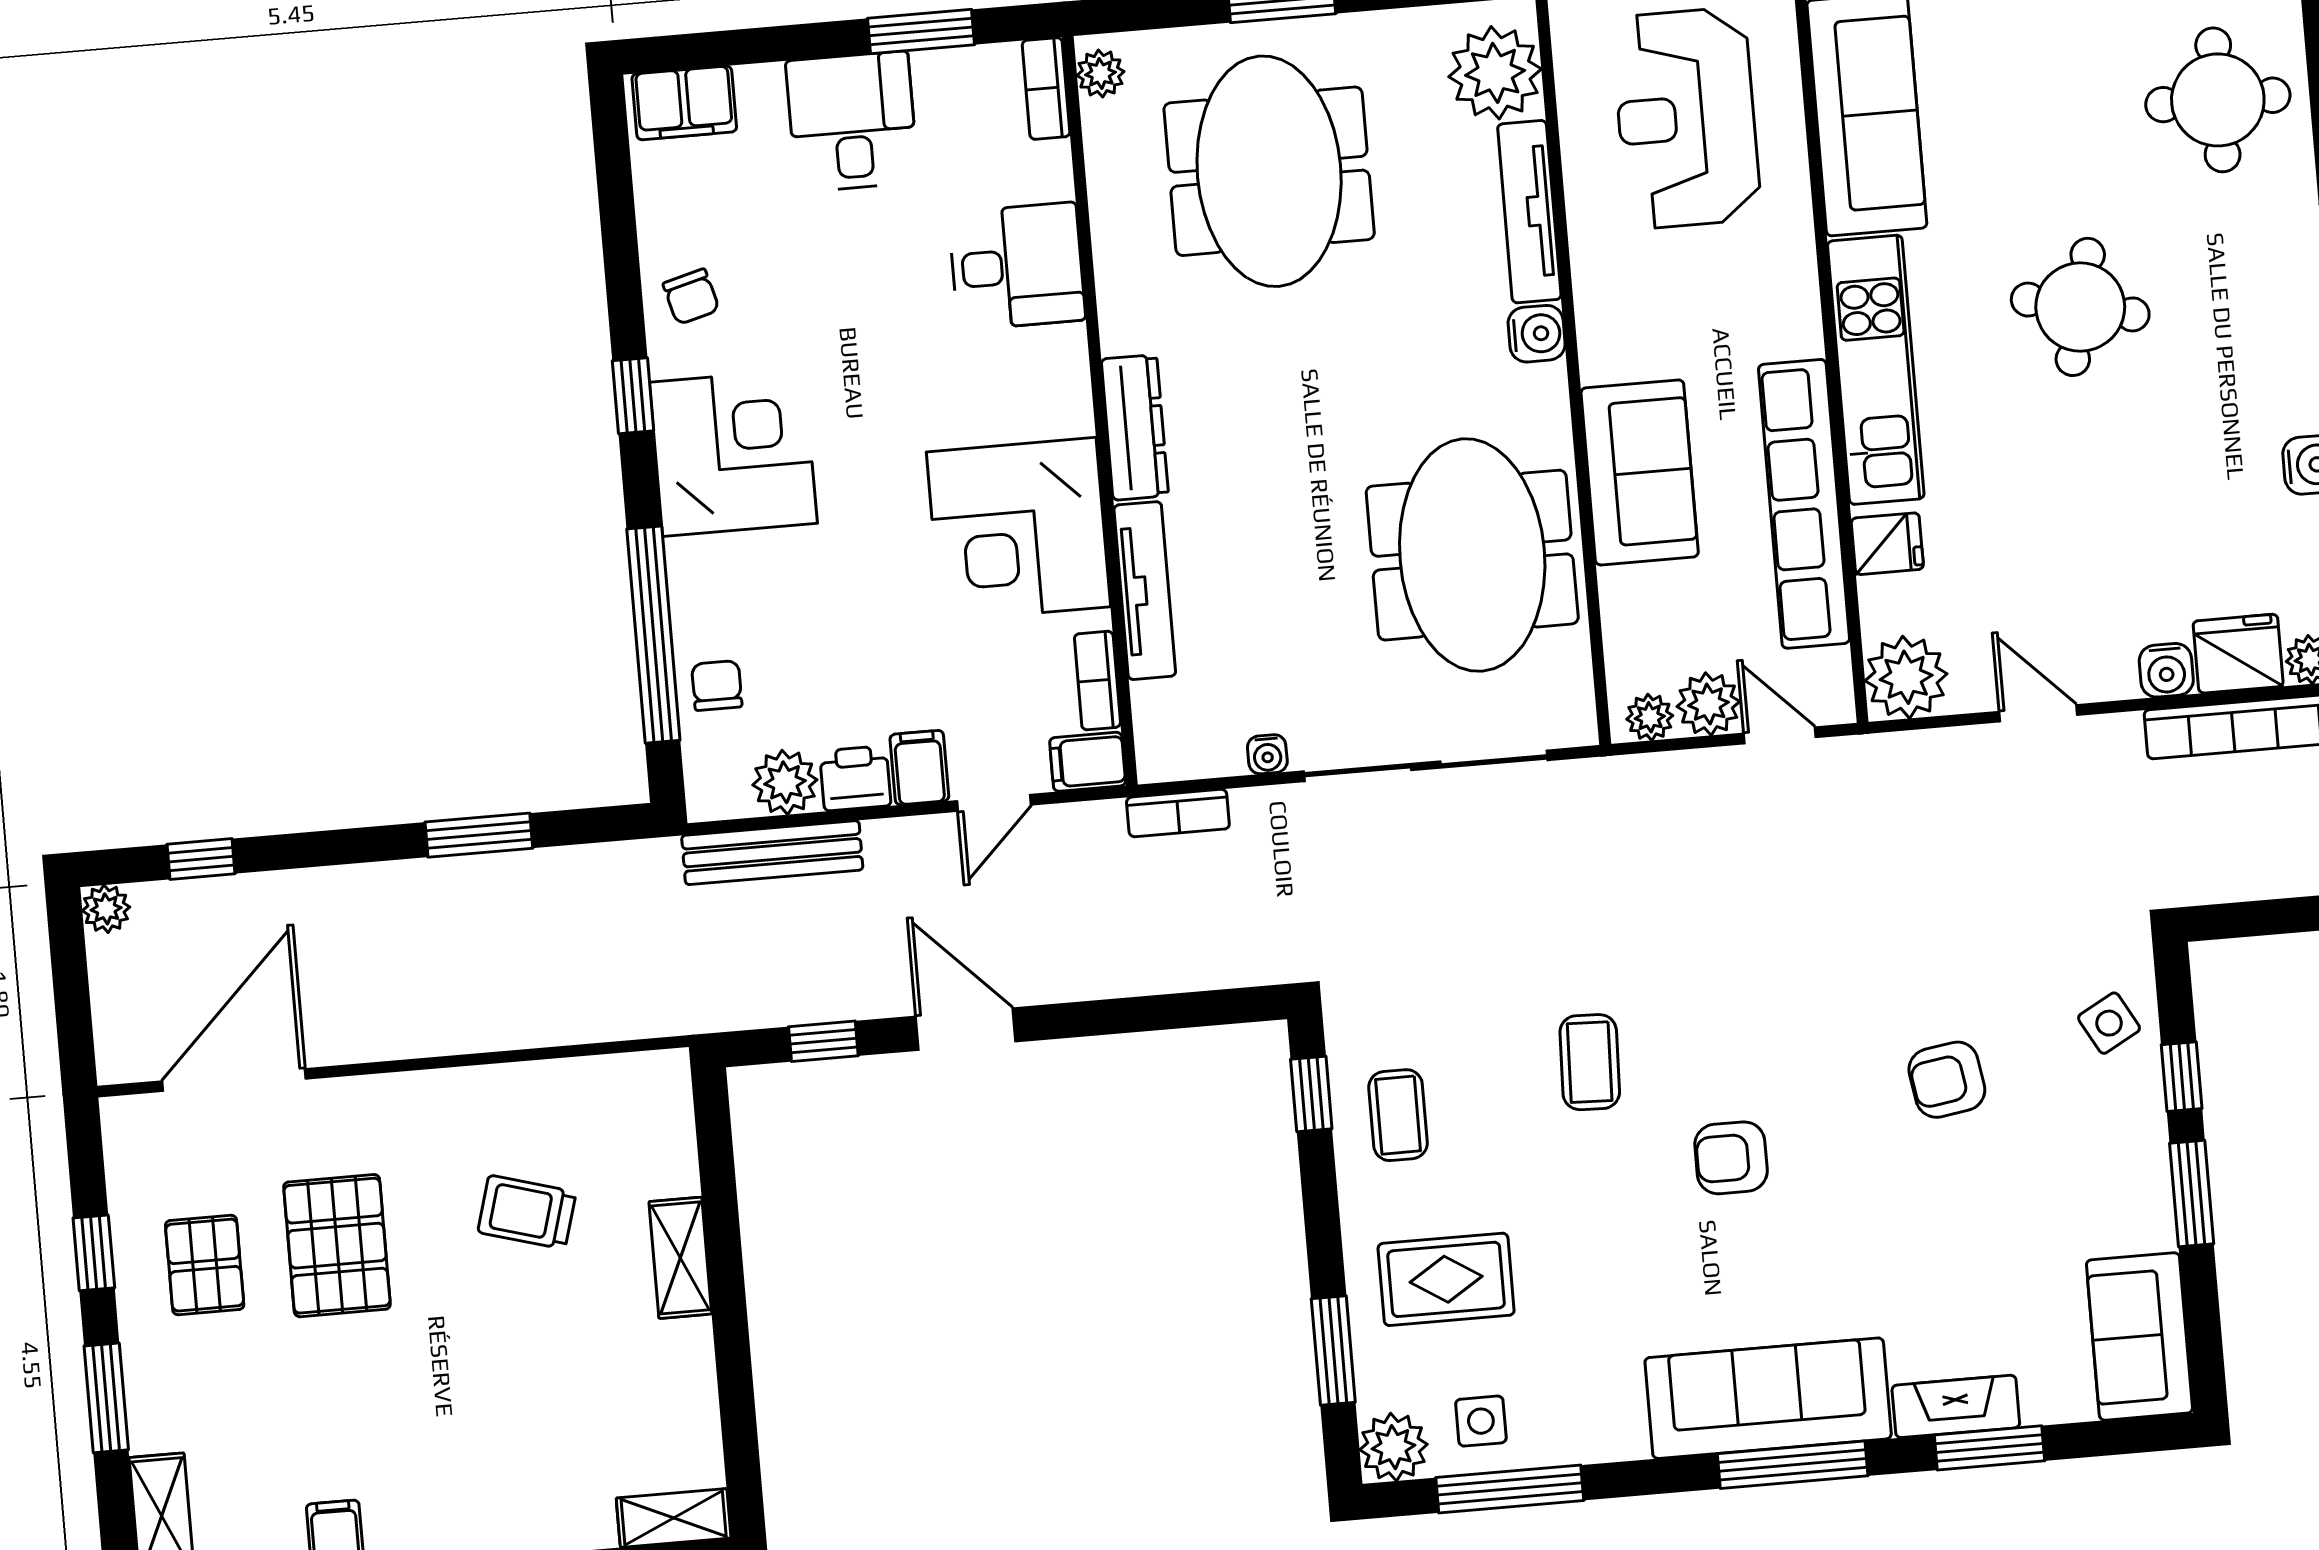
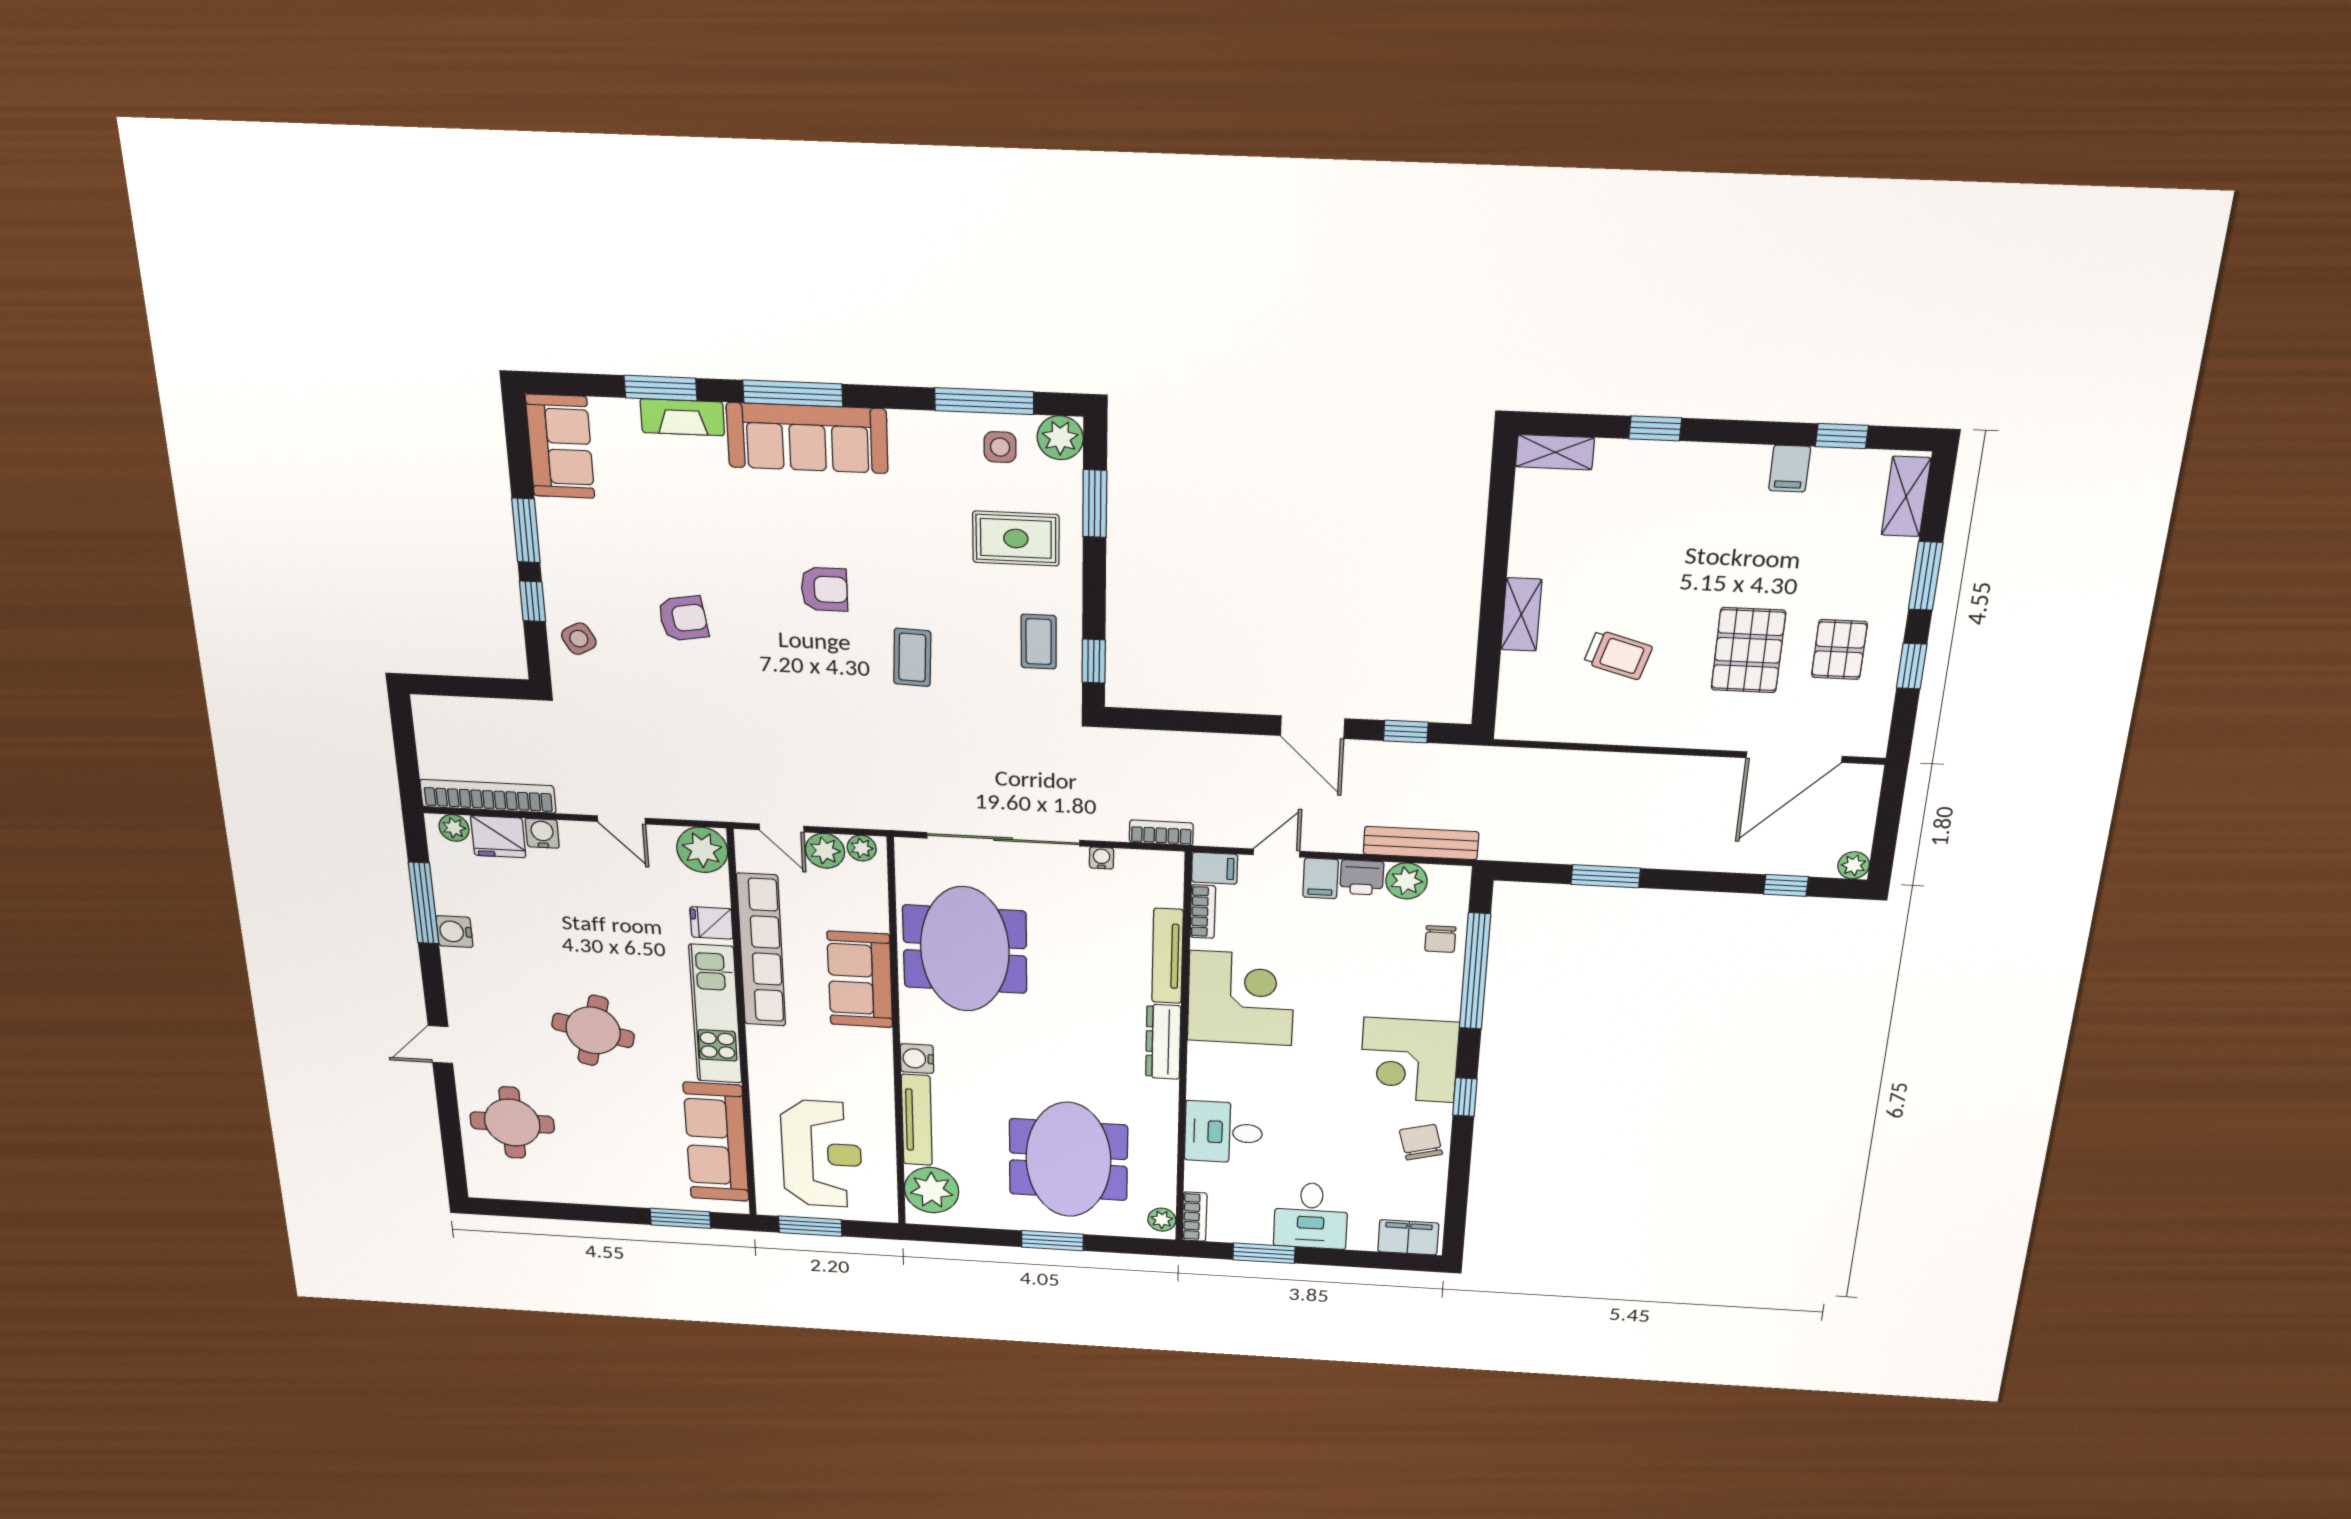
chair: (691, 297) -> (1421, 1142), width x1.37, depth x1.37

